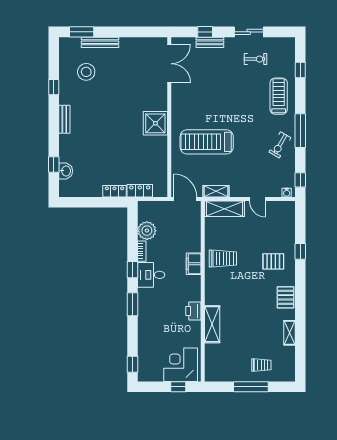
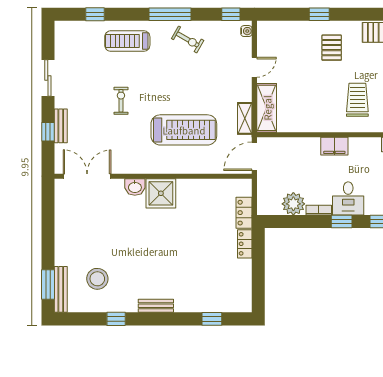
bench: (100, 42) -> (61, 289), moved
exercise bike: (256, 59) -> (121, 101), moved
treadmill: (207, 142) -> (184, 130), turned -90
washbasin: (66, 171) -> (135, 187), moved, turned 180
trolley: (223, 259) -> (357, 100), moved

